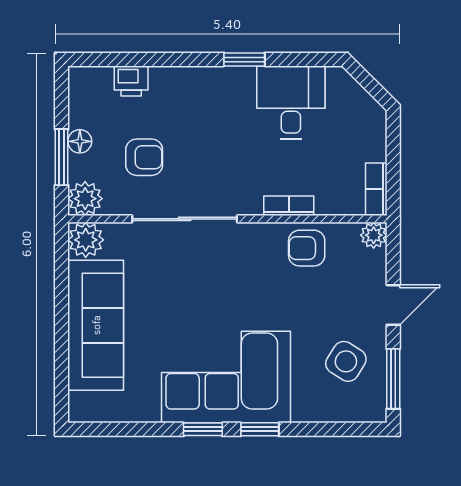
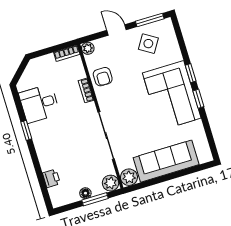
armchair: (144, 157) -> (84, 162), removed

